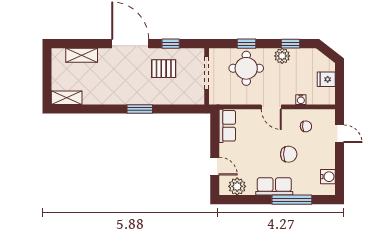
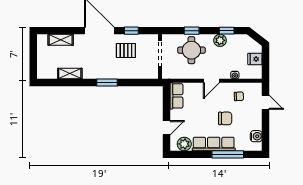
shelving: (67, 98) -> (70, 74), moved
door: (271, 107) -> (211, 81), hinge flipped
door: (215, 166) -> (166, 128), hinge flipped
row of seats: (274, 186) -> (214, 144), width x1.48

